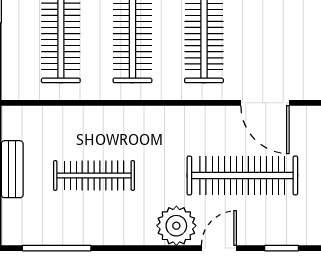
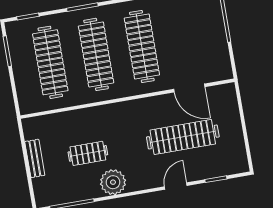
clothes rail: (94, 175) -> (88, 153), width x0.73
plant: (176, 226) -> (113, 182), moved

